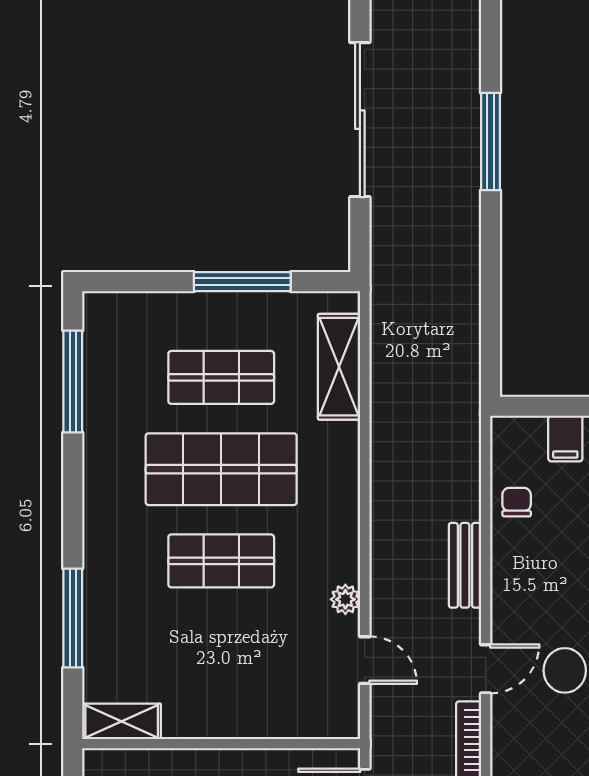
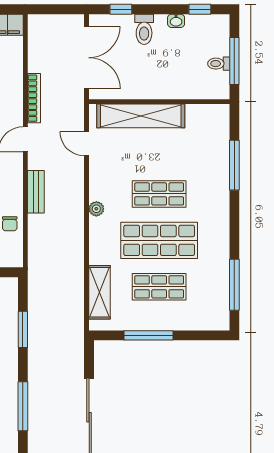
window: (491, 293) -> (23, 329), added
plant: (345, 599) -> (96, 209), moved
shelving: (122, 721) -> (141, 116), moved, width x2.20, depth x1.33

